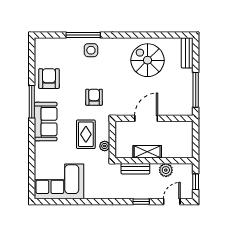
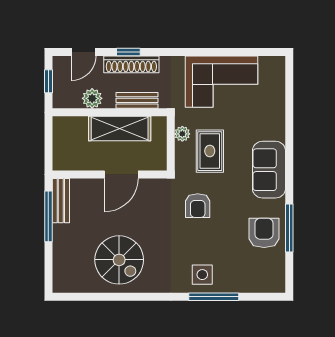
bench: (187, 53) -> (61, 201), moved
armchair: (49, 79) -> (264, 233), turned 180
window: (32, 102) -> (289, 228), moved
shelving: (147, 152) -> (120, 129), width x1.50, depth x1.33
corner sofa: (59, 181) -> (221, 82), moved
shoe rack: (139, 193) -> (131, 64), added

